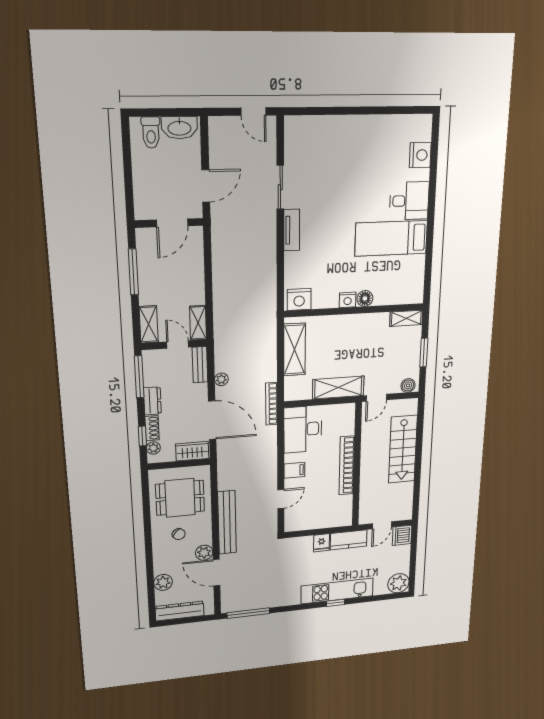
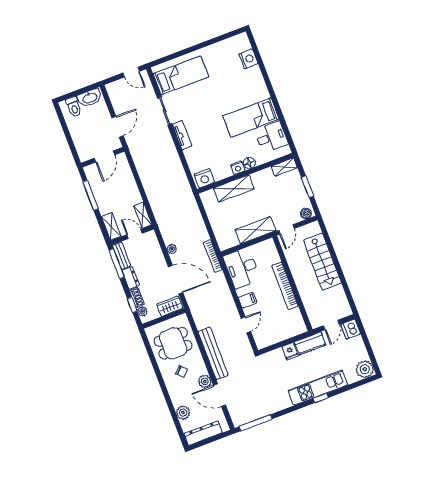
bed: (322, 144) -> (181, 75), added
desk: (409, 201) -> (271, 137), moved
shelving: (295, 349) -> (234, 189), moved, turned 90
bench: (200, 365) -> (121, 256), moved

